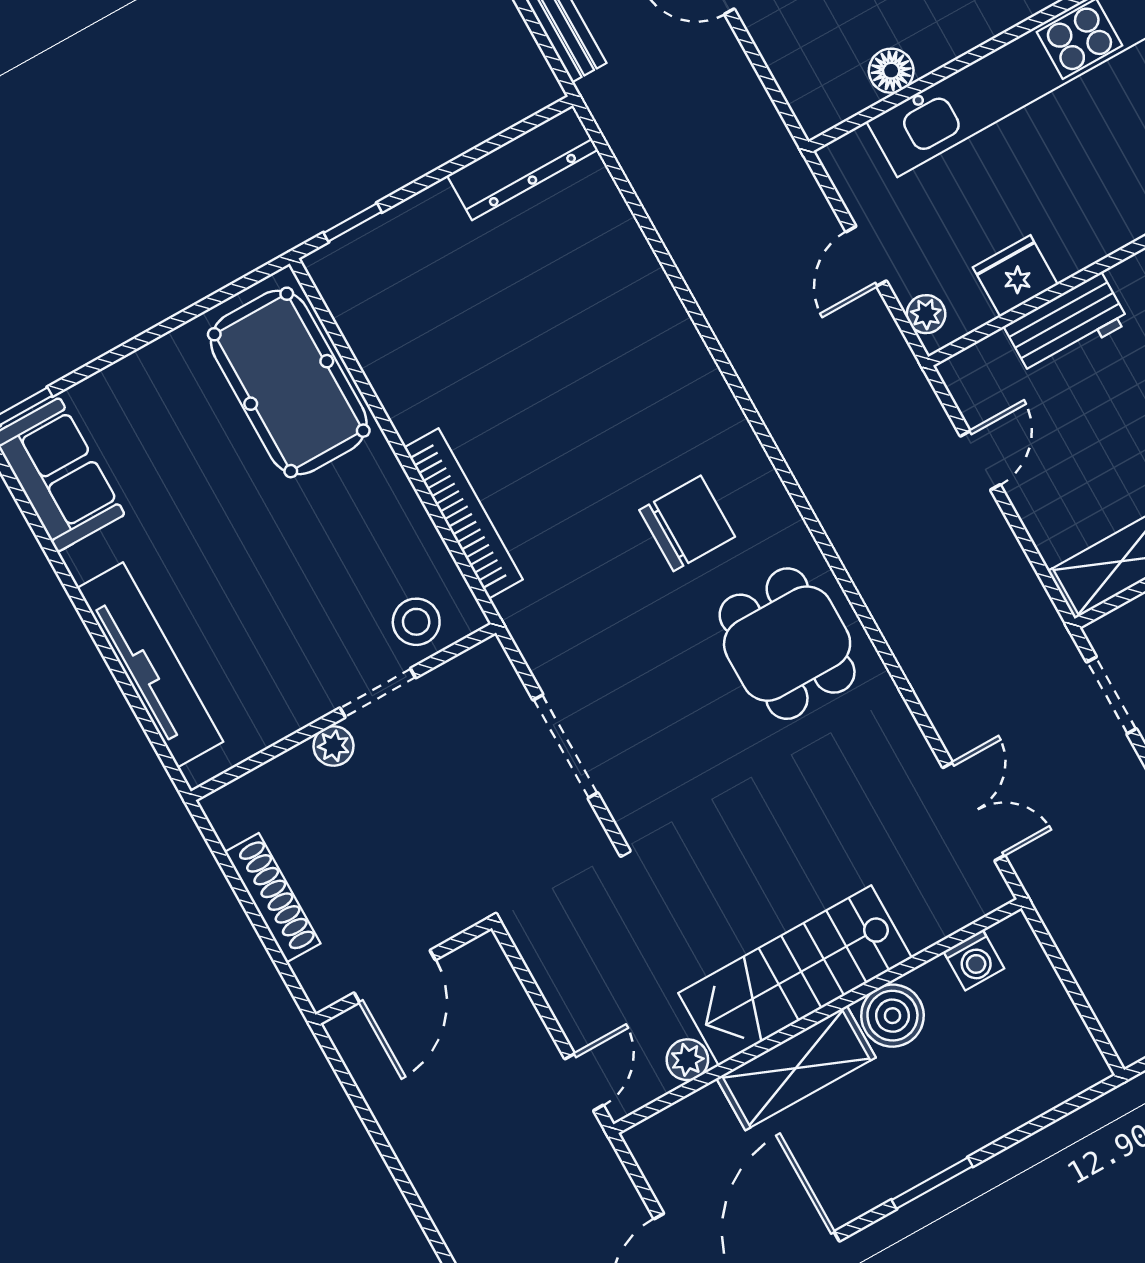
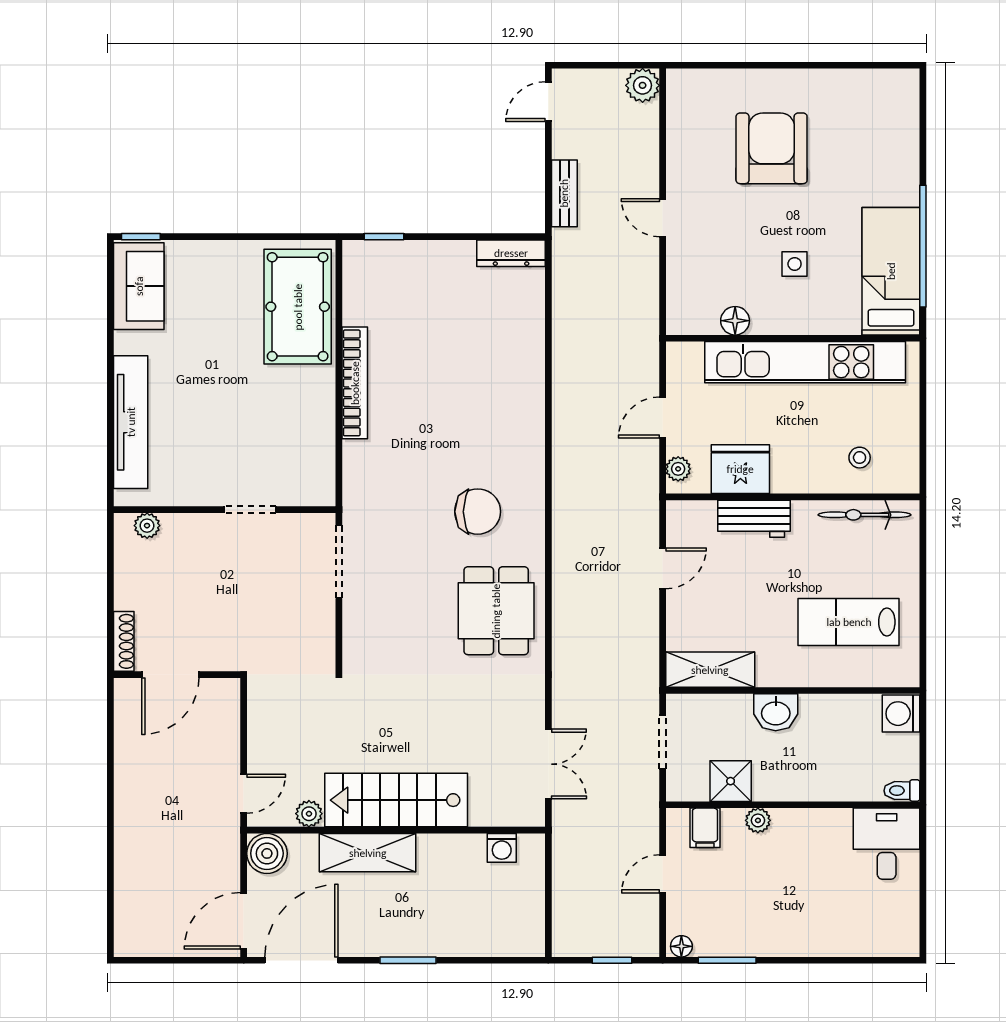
dresser: (523, 163) -> (511, 253), width x0.73, depth x0.80
fridge: (1015, 276) -> (740, 469), width x1.36, depth x1.34
bookcase: (463, 514) -> (355, 383), moved
stool: (416, 622) -> (294, 482), removed
plant: (333, 746) -> (147, 526), moved
doorway: (565, 746) -> (339, 562), moved
shoe rack: (272, 898) -> (124, 641), moved, width x0.74, depth x0.81
boiler: (892, 1016) -> (267, 853), moved

